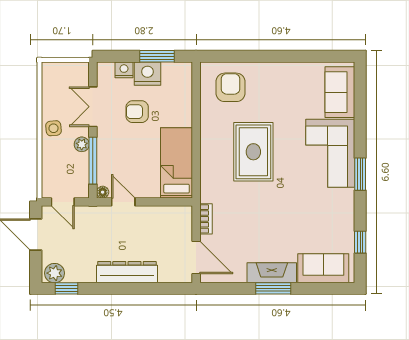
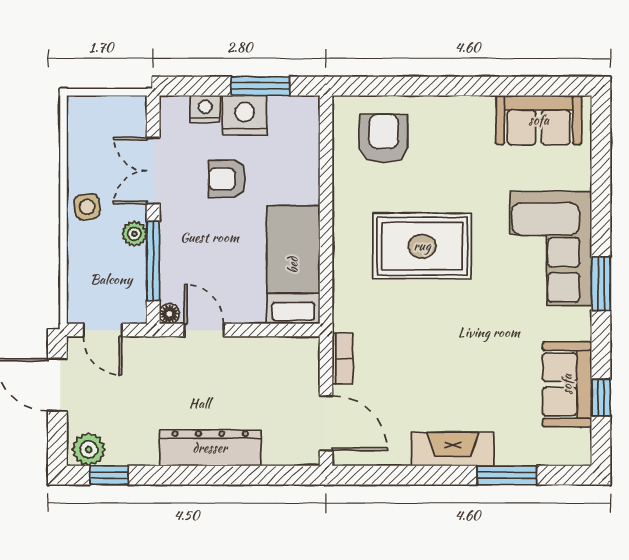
sofa: (340, 92) -> (539, 120), moved, turned -90
rug: (253, 152) -> (422, 246), turned 90
sofa: (323, 268) -> (567, 384), moved, turned -90
window: (273, 288) -> (507, 475), moved

